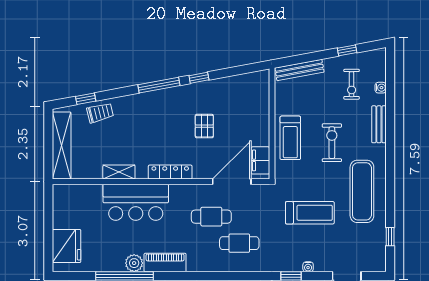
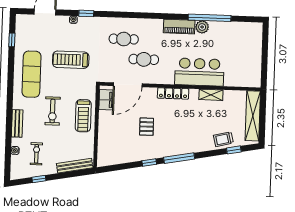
treadmill: (290, 138) -> (83, 116), turned 180
fridge: (67, 246) -> (252, 41), removed

